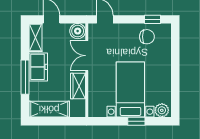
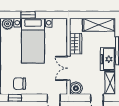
double door: (87, 56) -> (68, 68), swing flipped

